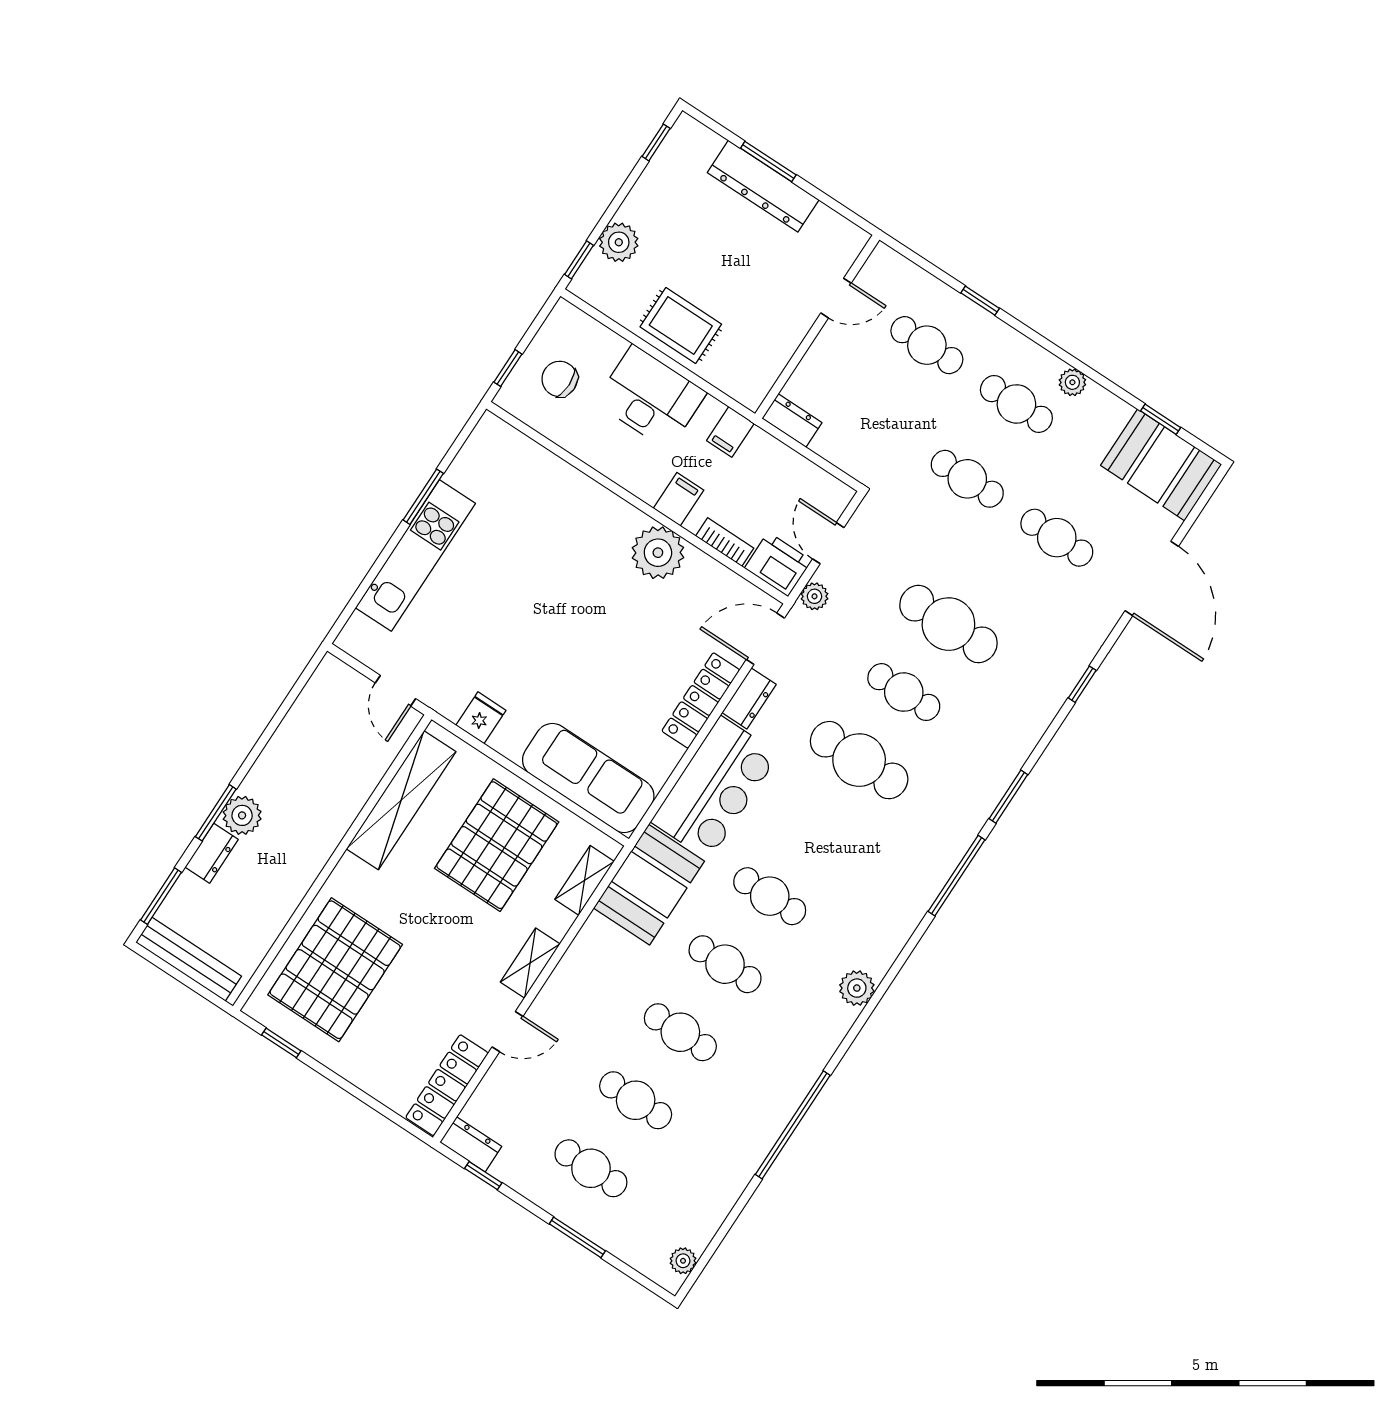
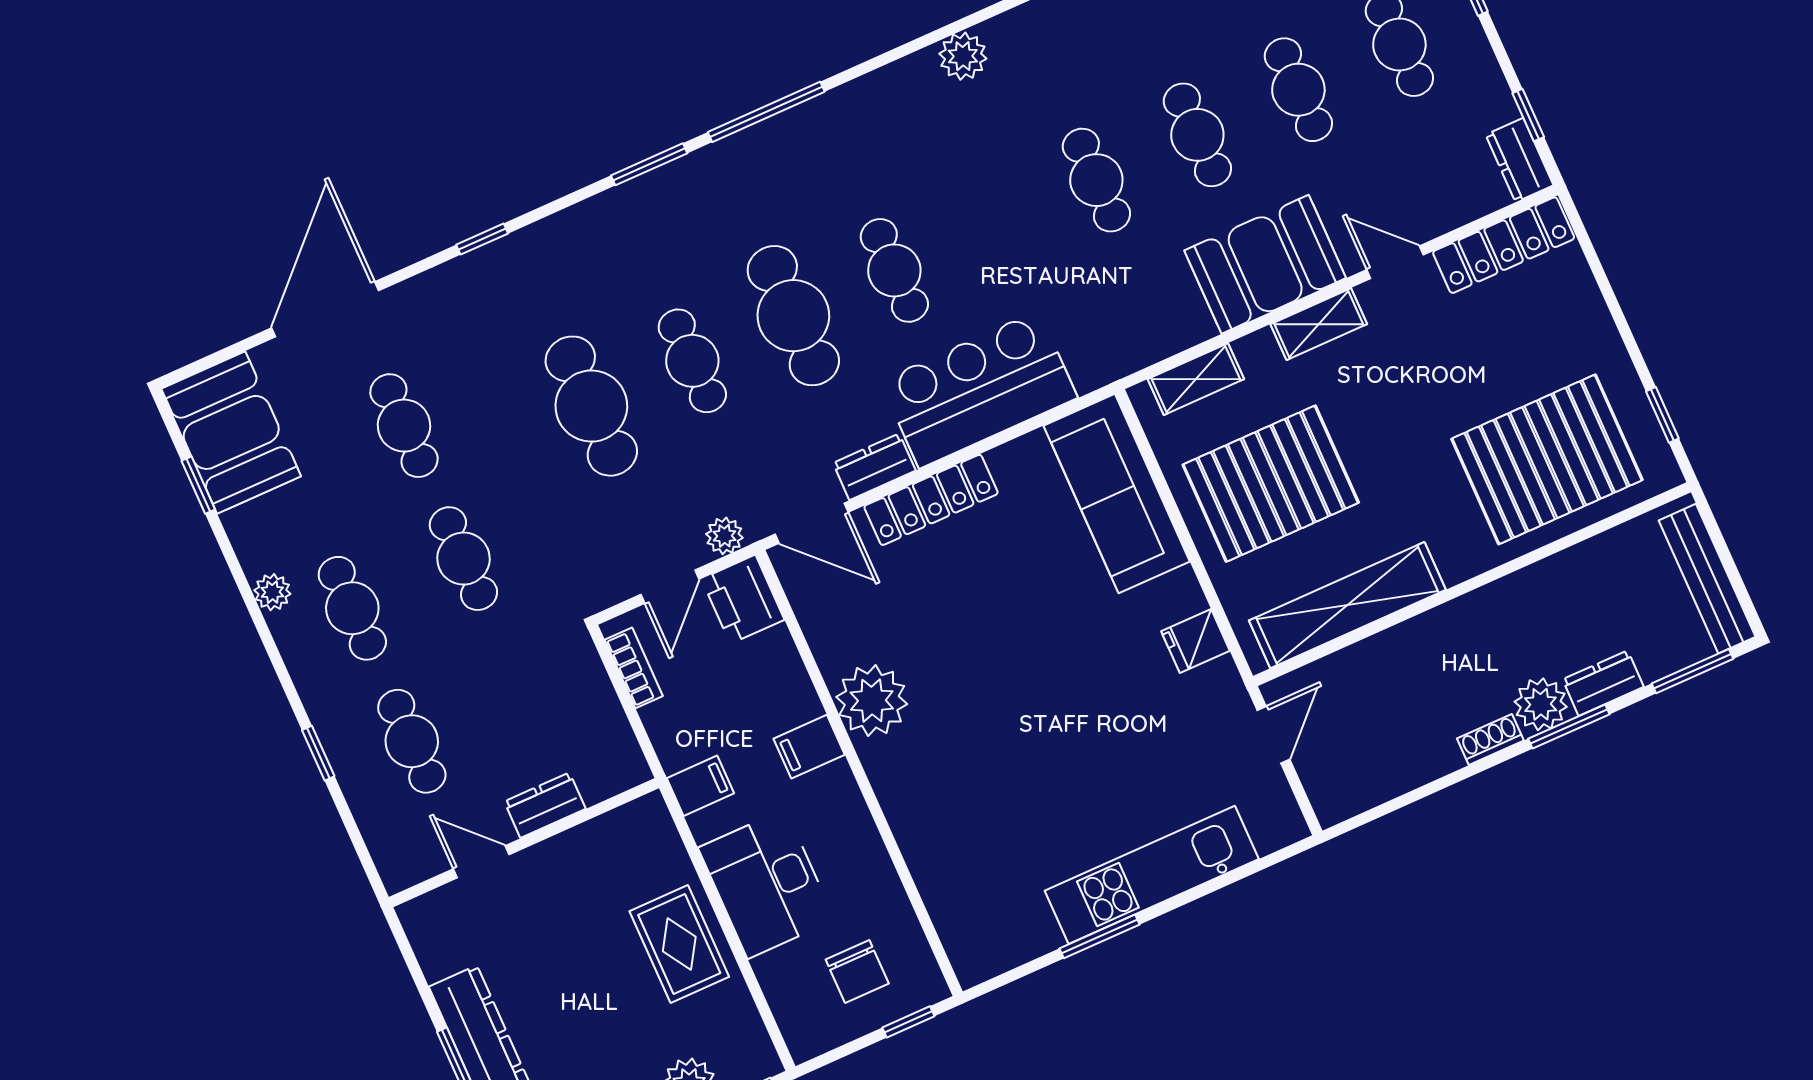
dresser: (792, 421) -> (545, 805), moved, turned 90
bookcase: (725, 542) -> (634, 668), moved, turned 180
shoe rack: (259, 774) -> (1490, 739), added
booth: (649, 885) -> (1265, 264), moved
cafe table: (770, 896) -> (894, 270), moved

